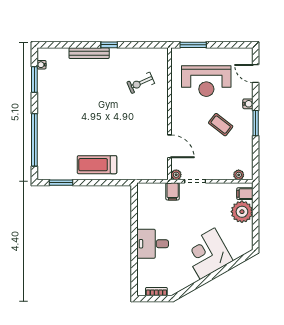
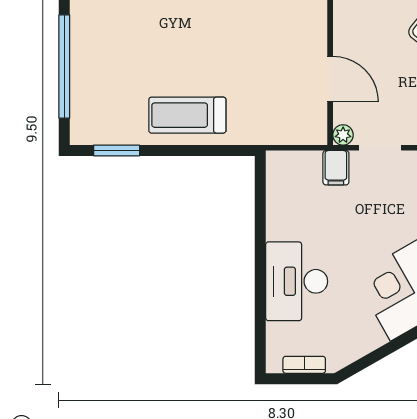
desk: (153, 244) -> (297, 281), width x1.37

